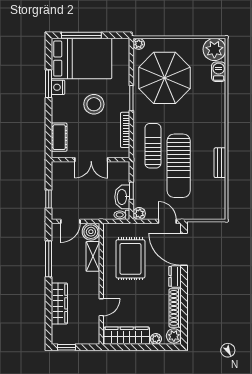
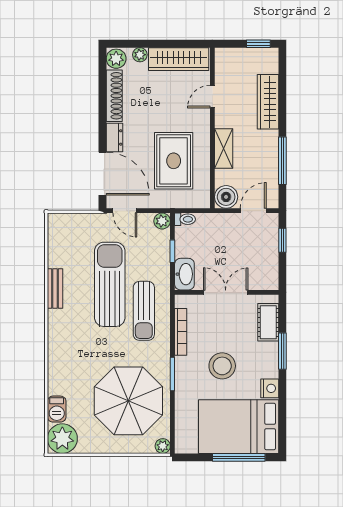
window: (49, 84) -> (282, 351), moved
washbasin: (122, 197) -> (184, 274), moved
shelving: (93, 256) -> (224, 149), moved

